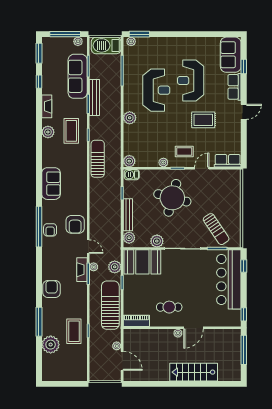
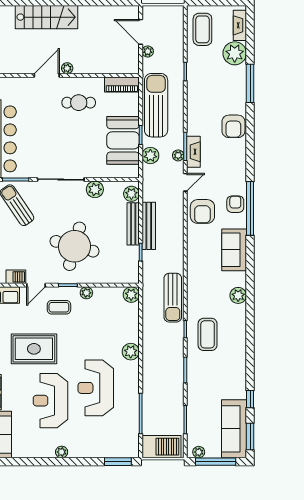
plant: (131, 41) -> (62, 452), moved
sofa: (78, 76) -> (234, 429), moved, turned 180
reception desk: (191, 80) -> (50, 401), turned 180
bench: (94, 97) -> (149, 226), moved
fireplace: (47, 106) -> (240, 25), moved
rug: (203, 120) -> (34, 349), width x1.36, depth x1.43
plant: (48, 132) -> (238, 295), moved
barbecue: (132, 175) -> (16, 277), moved
sofa: (51, 184) -> (234, 250), moved
armchair: (75, 224) -> (202, 211), turned 180
door: (88, 247) -> (185, 182), swing flipped
booth: (142, 262) -> (123, 140), moved, turned 90
sun lounger: (110, 305) -> (156, 105), turned 180
coffee table: (74, 331) -> (202, 29), moved

